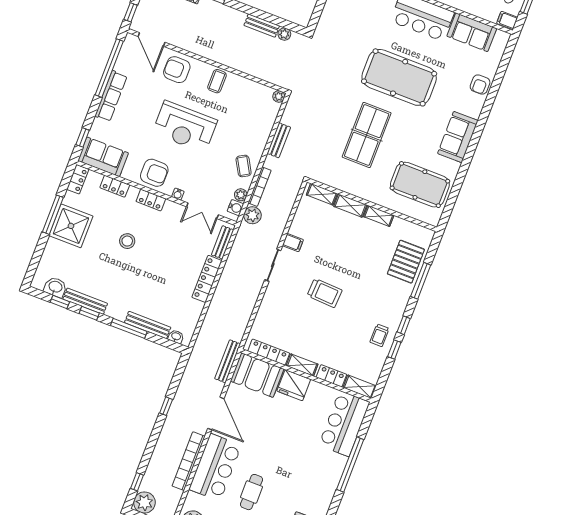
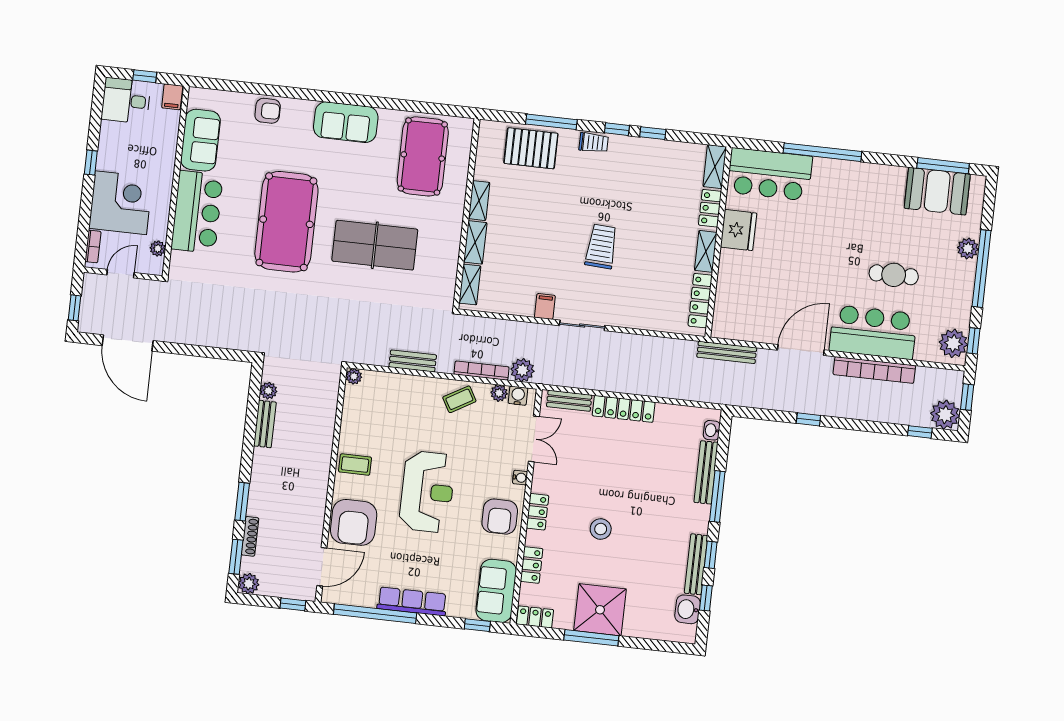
armchair: (177, 70) -> (354, 522), width x1.36, depth x1.36
armchair: (154, 173) -> (500, 517), turned 180
trolley: (380, 335) -> (594, 143), moved
booth: (257, 375) -> (735, 308), removed
fridge: (294, 385) -> (738, 230), moved

